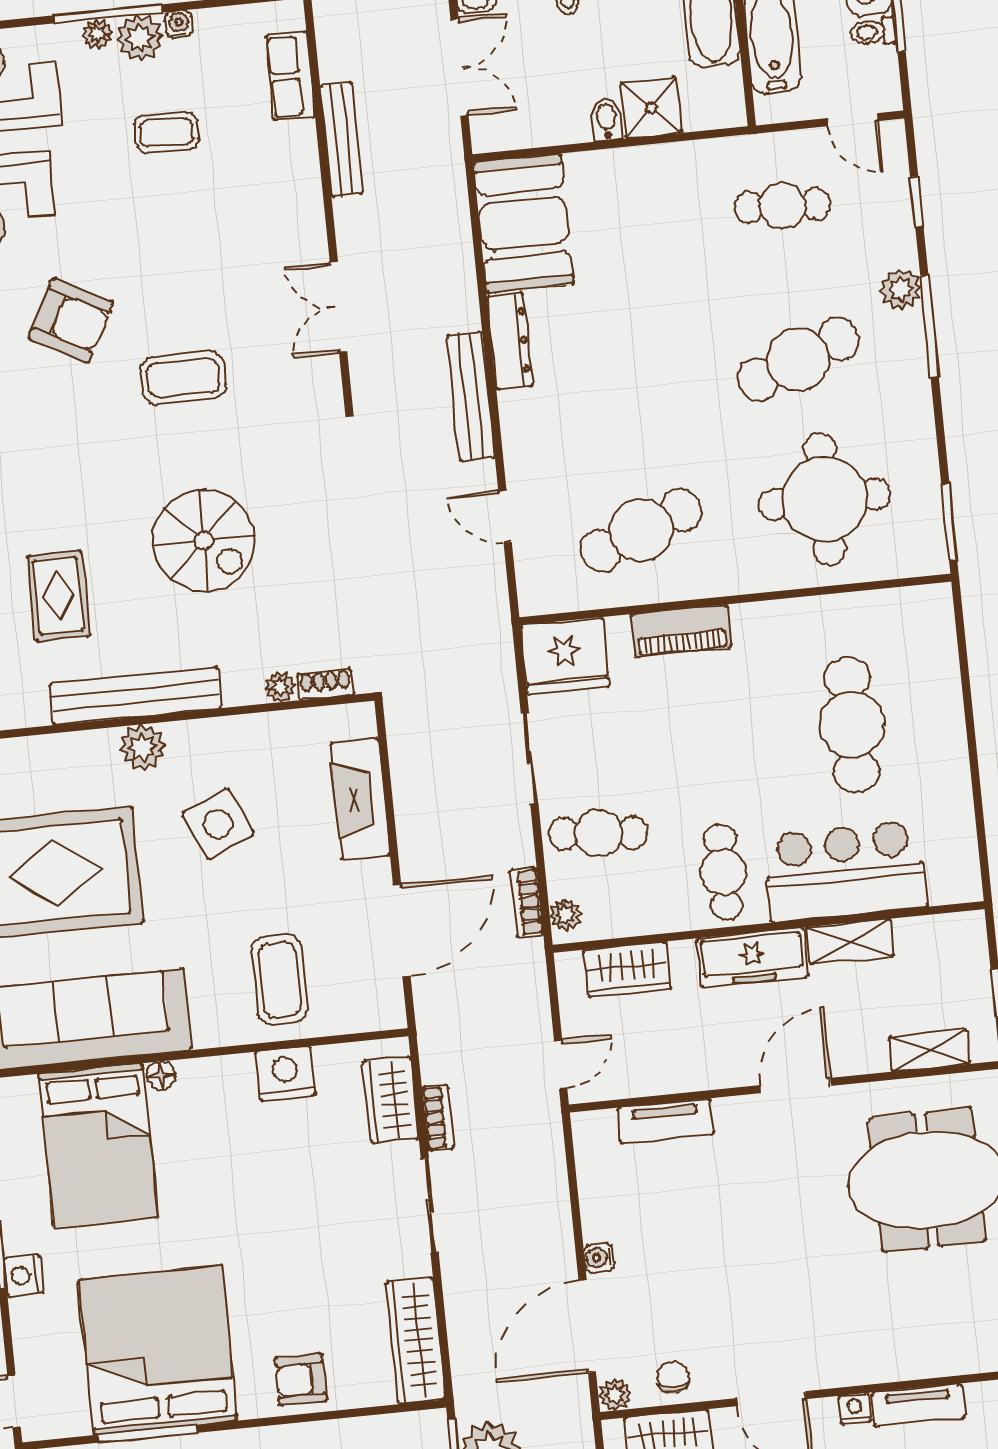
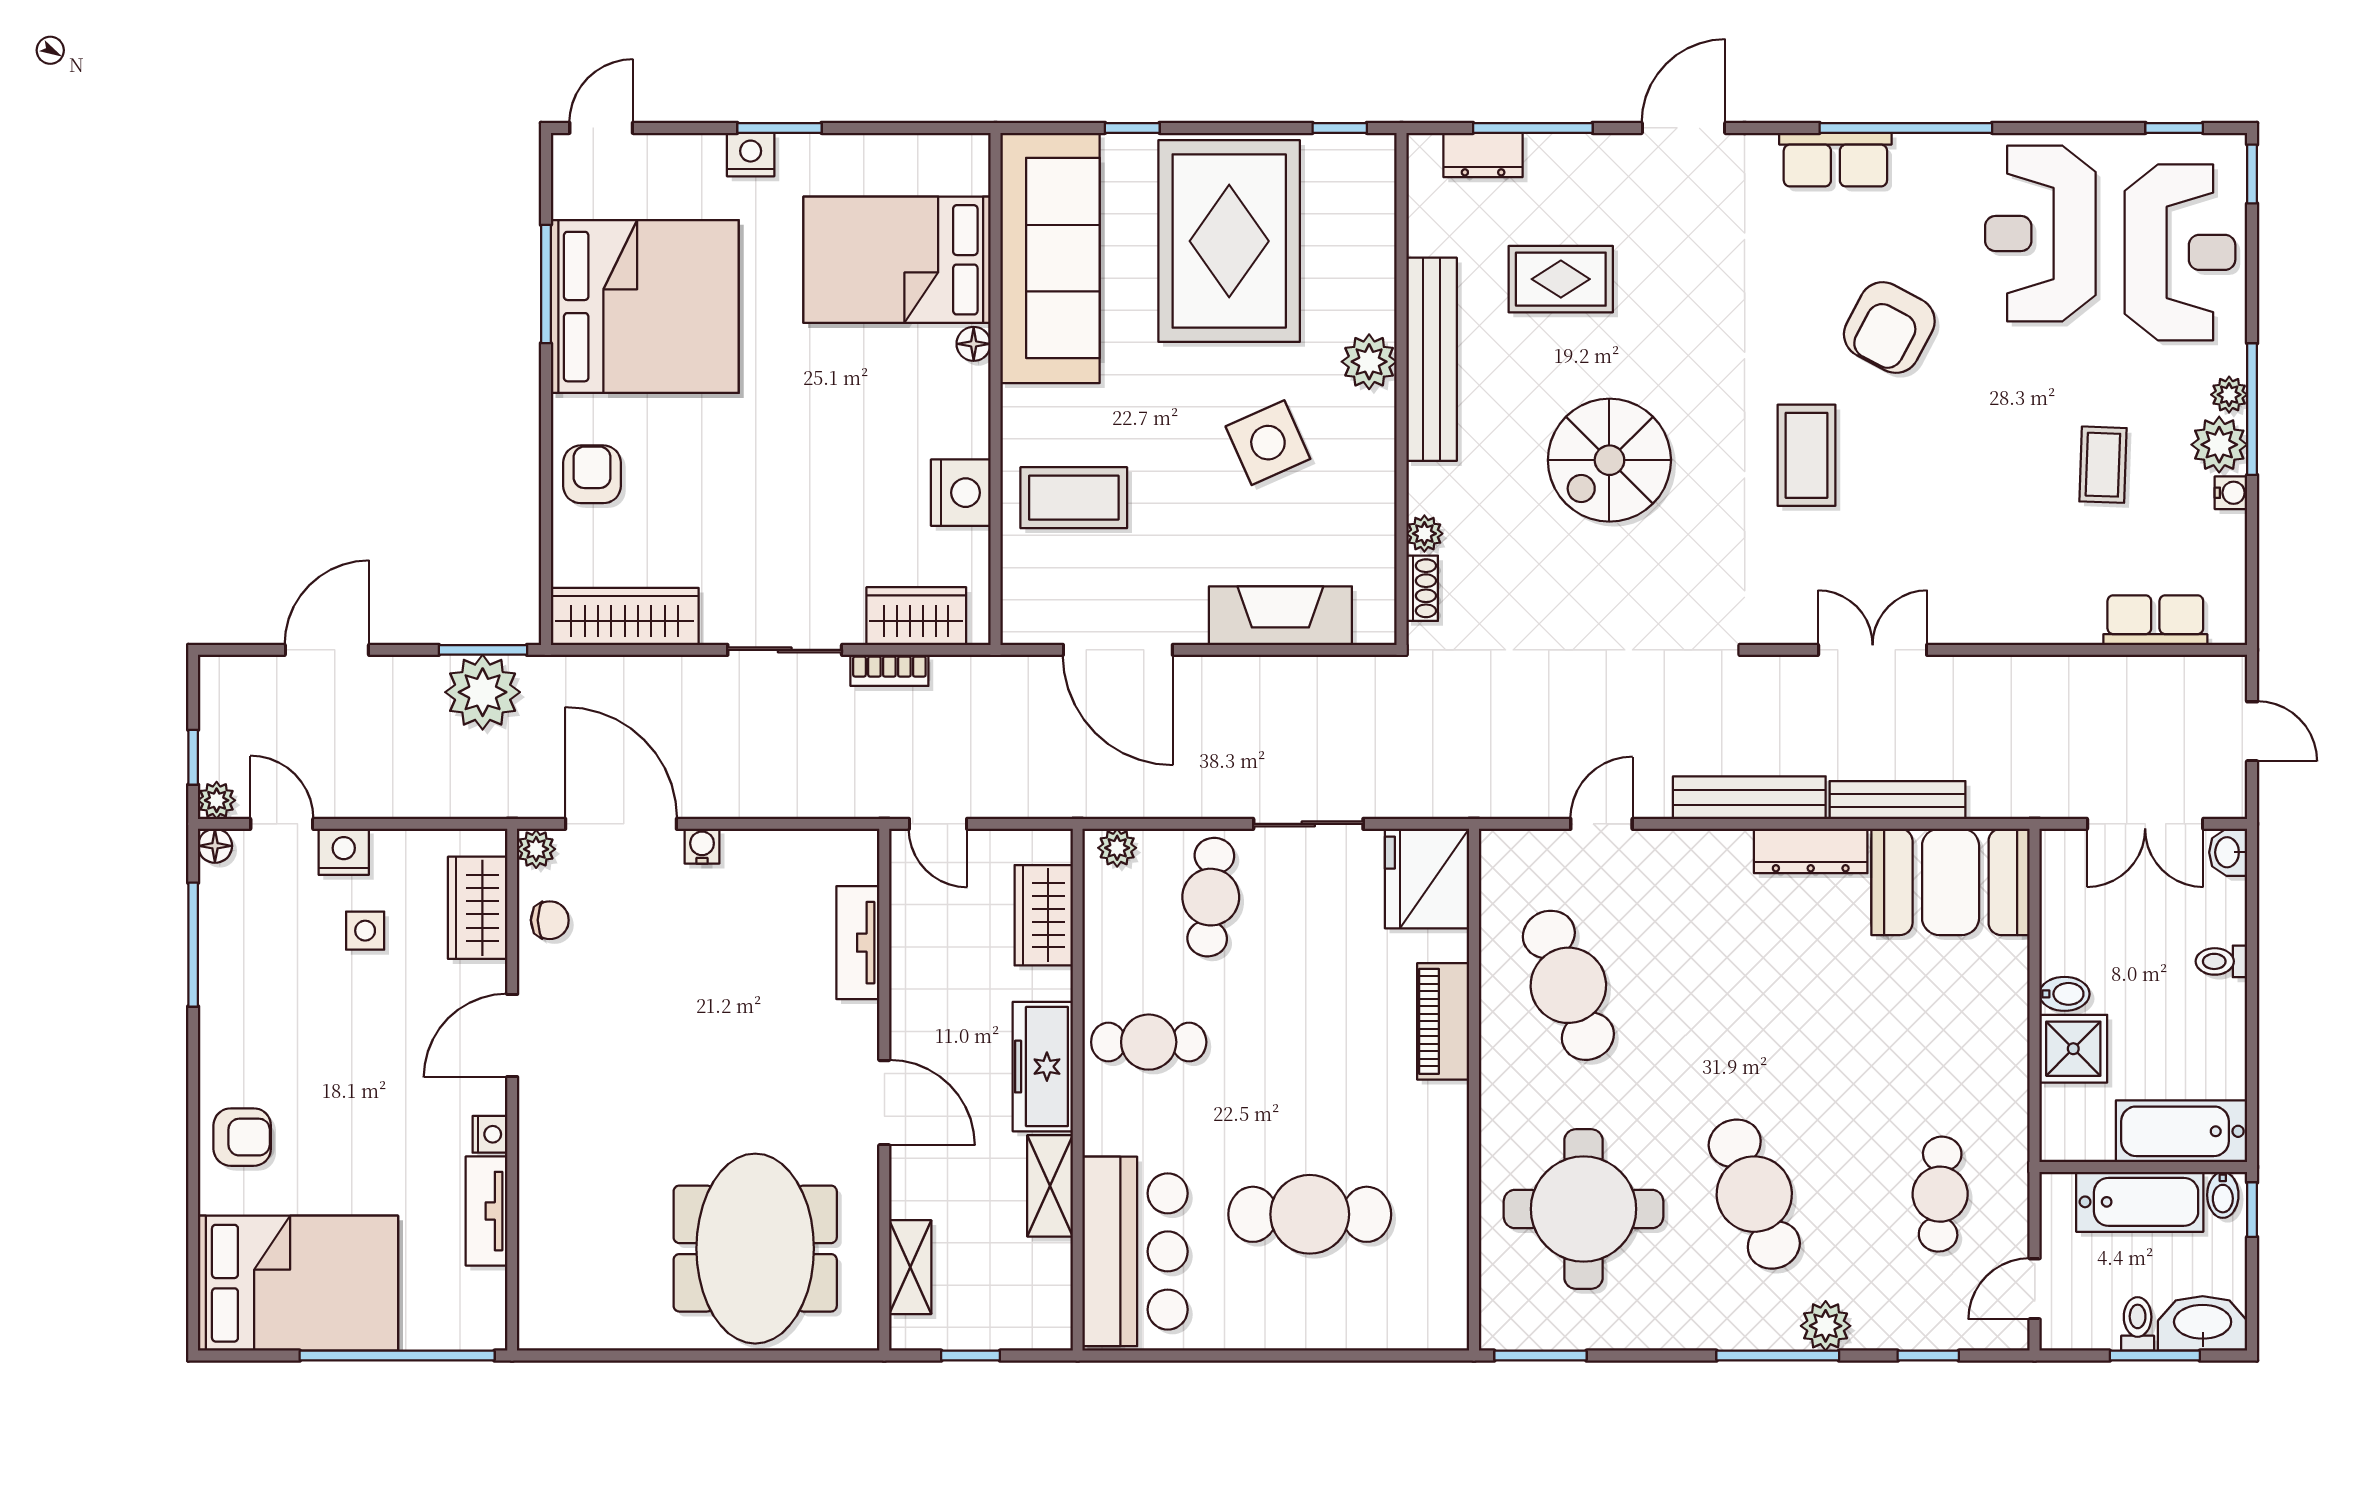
bench: (341, 140) -> (1897, 800), moved
bar counter: (845, 871) -> (1135, 1251), moved
bookcase: (527, 902) -> (1136, 803), removed

